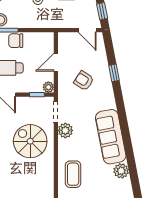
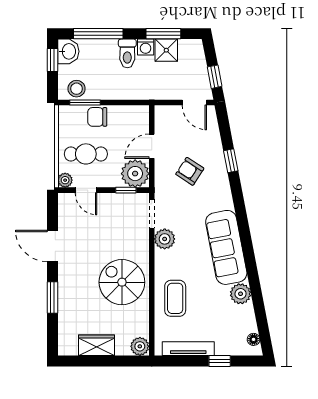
plant: (48, 87) -> (135, 174), width x1.88, depth x1.88
spiral stairs: (30, 141) -> (122, 282), moved

